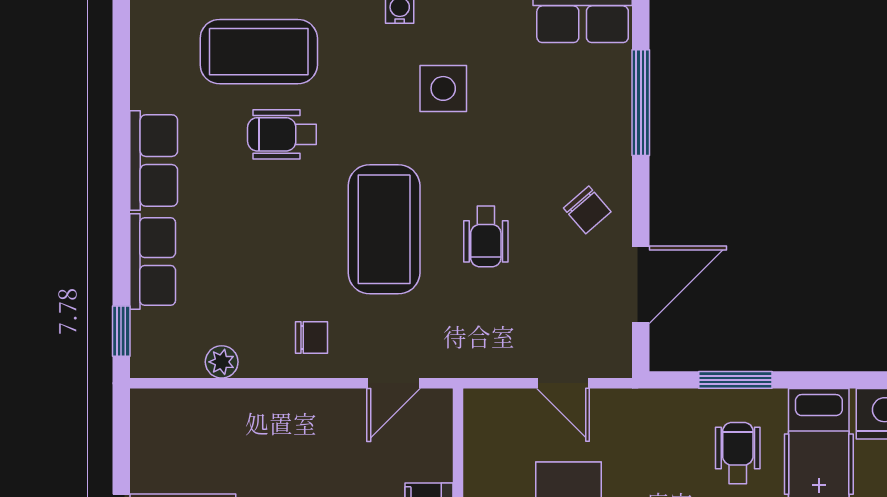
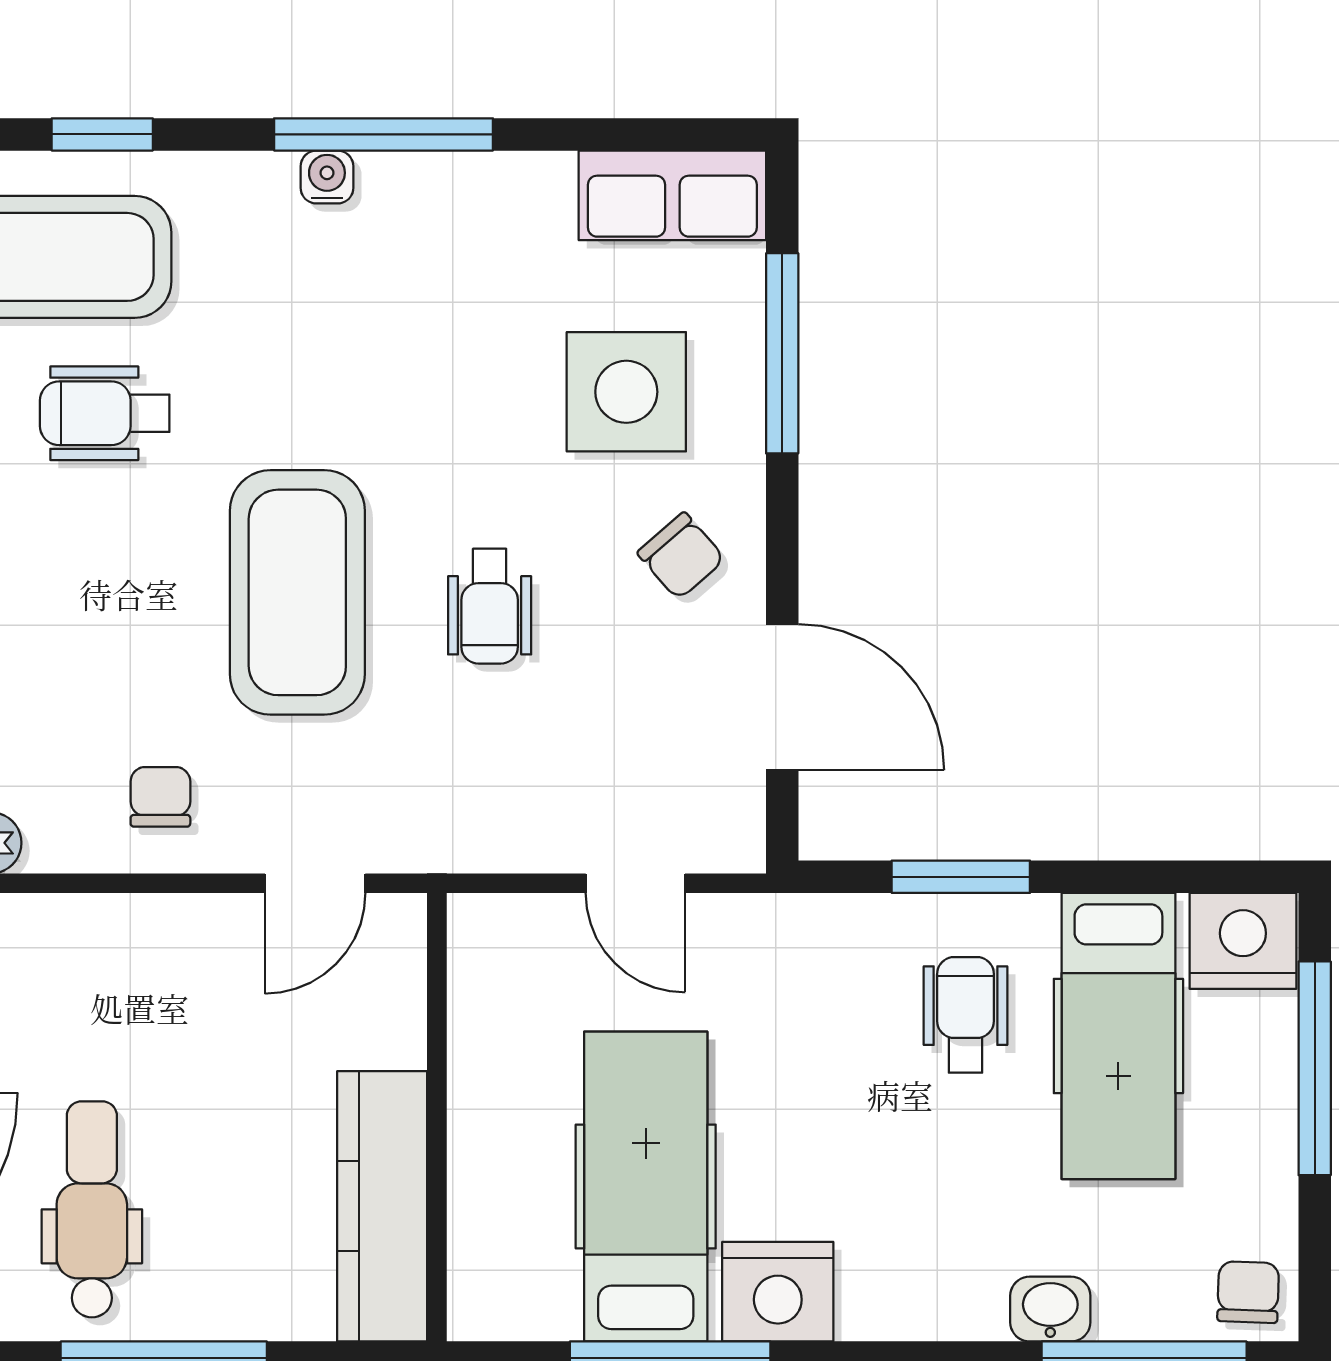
side table: (443, 88) -> (626, 392), moved, width x1.37, depth x1.37
door: (641, 285) -> (782, 697), hinge flipped
chair: (312, 338) -> (160, 797), turned -90

